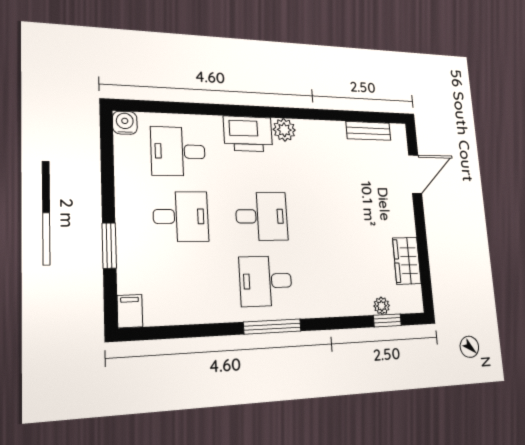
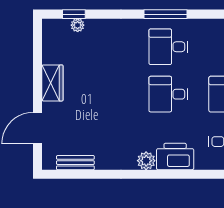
wardrobe: (407, 261) -> (52, 83), moved
desk: (266, 281) -> (168, 47), turned 180

